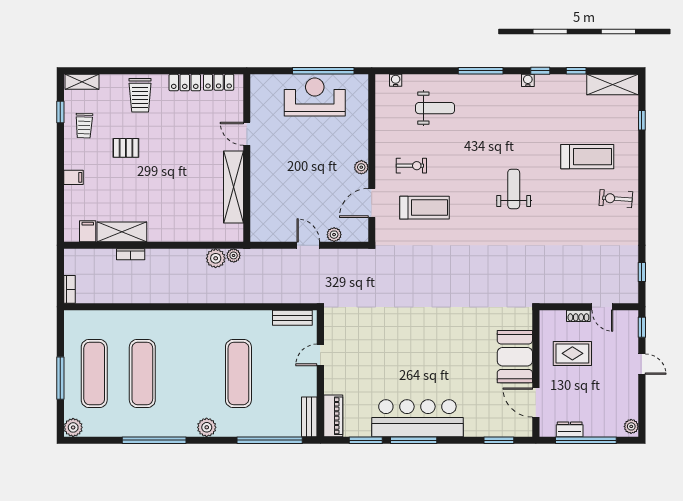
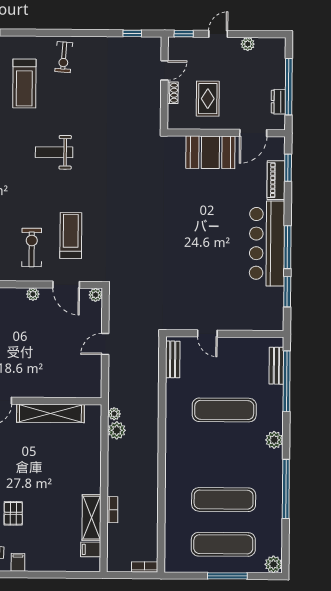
treadmill: (587, 157) -> (24, 83), turned 180
exercise bike: (411, 166) -> (32, 247), width x1.38, depth x1.39
filing cabinet: (73, 177) -> (18, 562), moved
plant: (334, 235) -> (96, 295), moved
piano: (333, 416) -> (276, 180), moved, turned -90
bench: (309, 417) -> (276, 366), moved, turned 90
plant: (631, 426) -> (248, 44), moved

